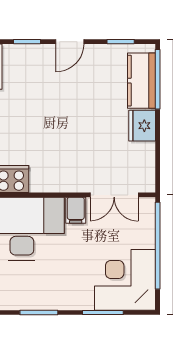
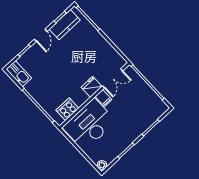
kitchen counter: (142, 81) -> (65, 25), moved, turned -90
fridge: (142, 126) -> (92, 87), moved, turned 90
corner desk: (125, 280) -> (147, 107), removed

